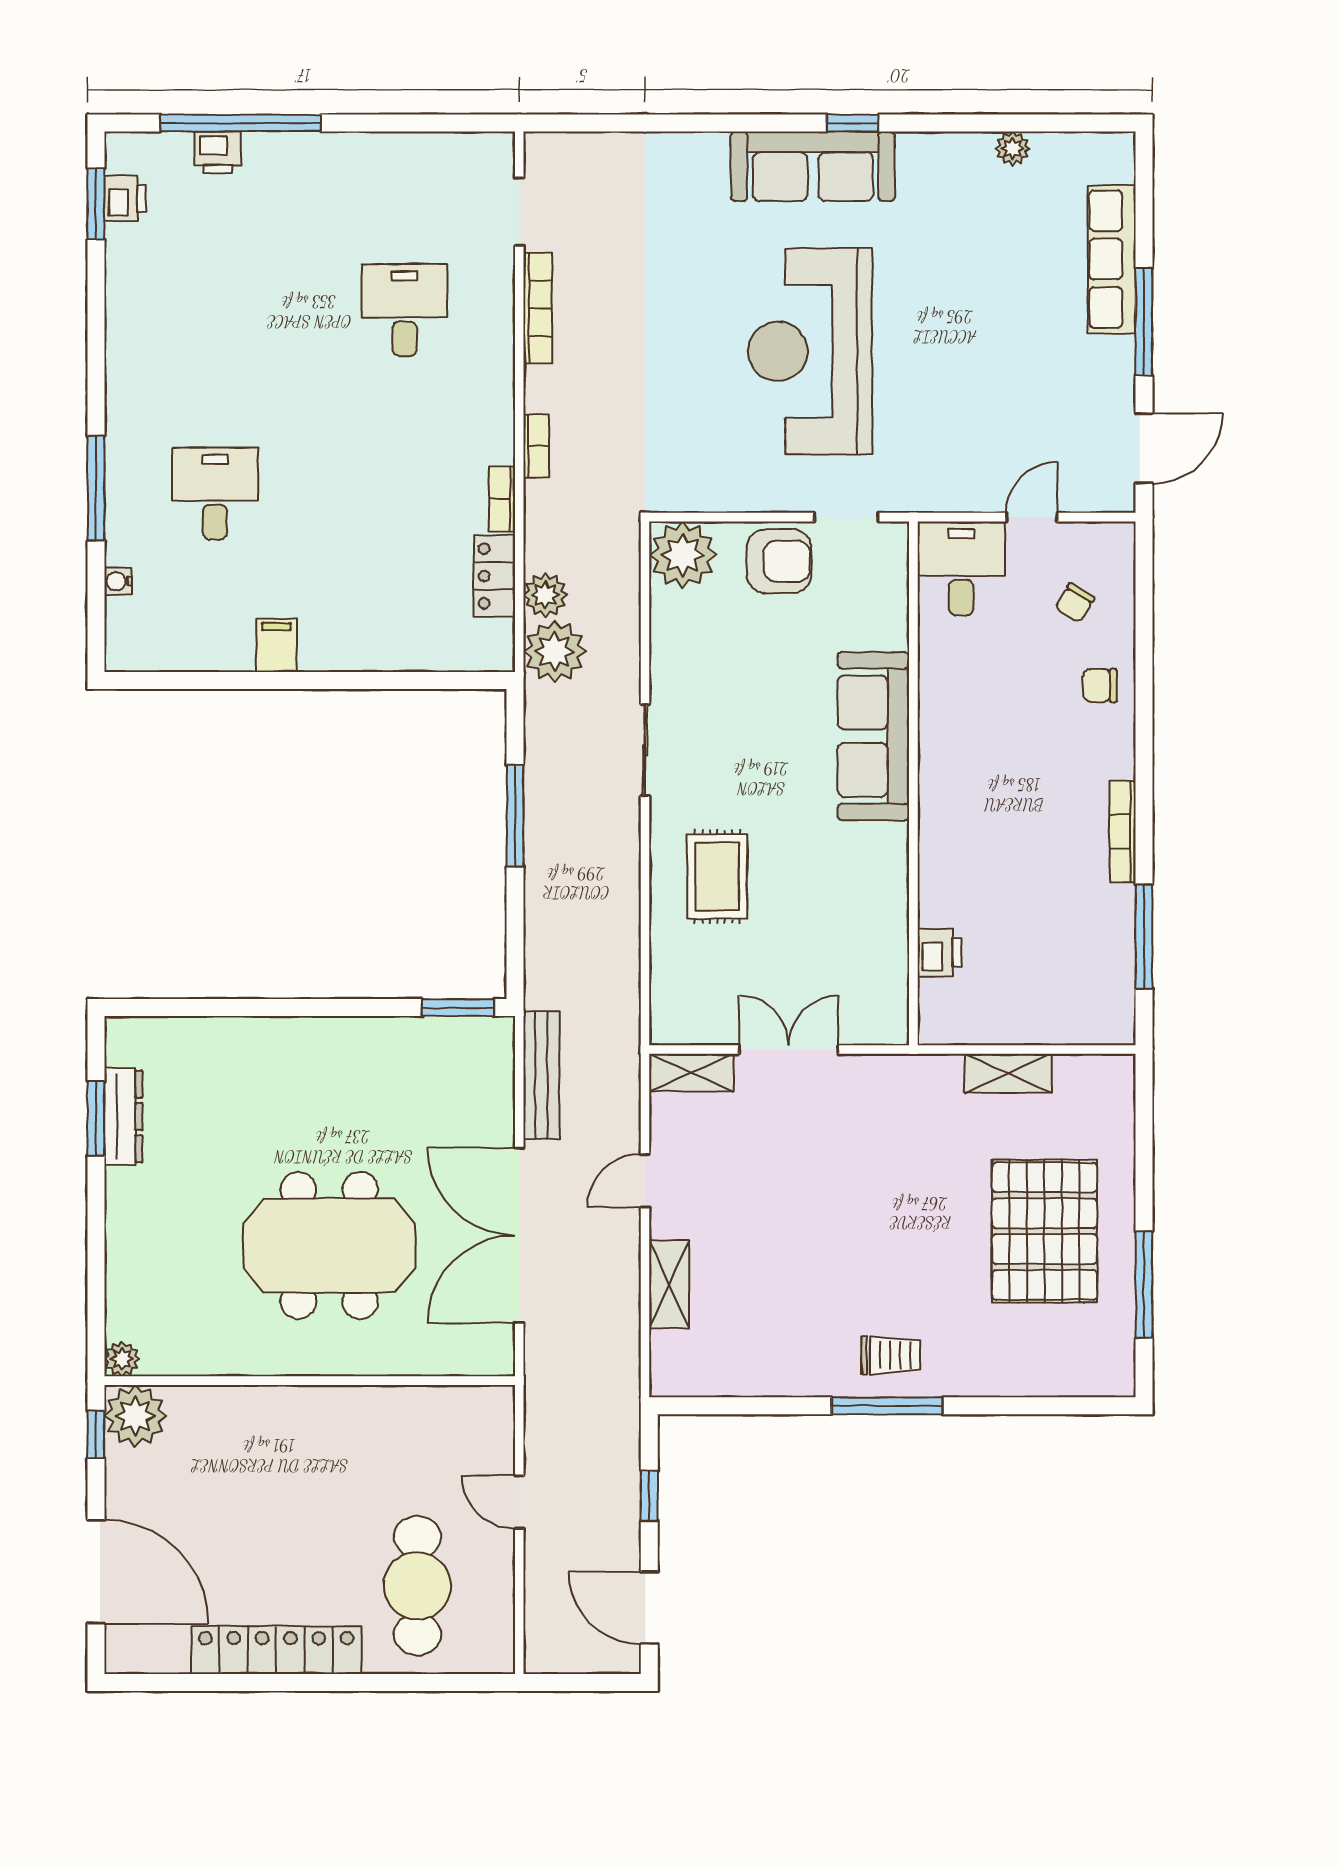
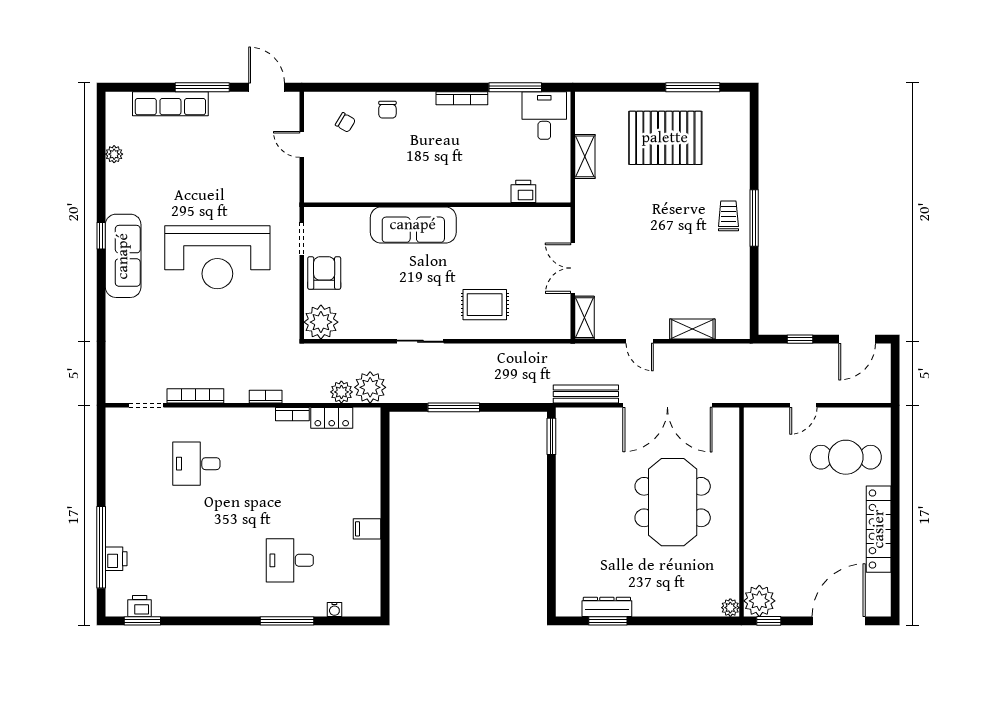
desk: (961, 568) -> (544, 115), moved, turned 90

